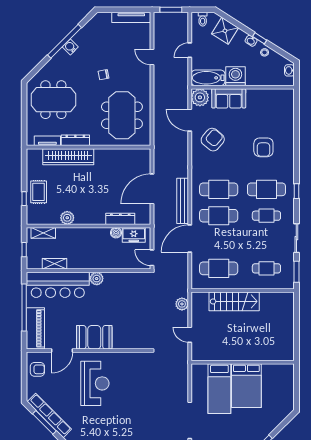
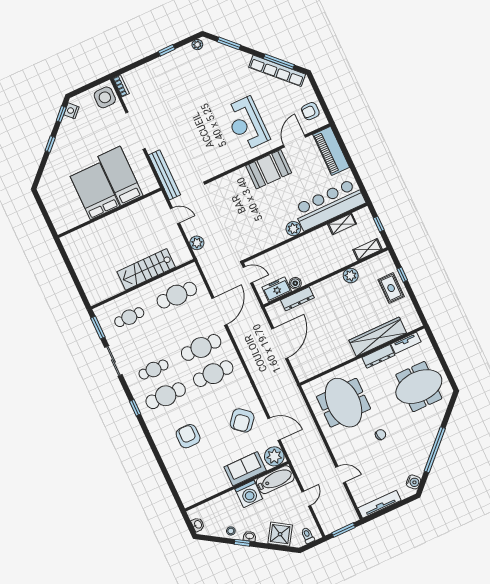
water cooler: (70, 47) -> (413, 482), moved
bench: (183, 201) -> (164, 175), moved
window: (24, 307) -> (352, 167), removed

